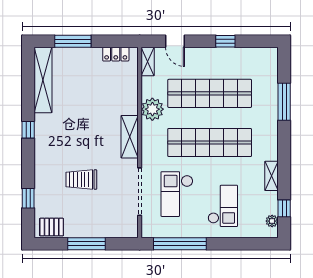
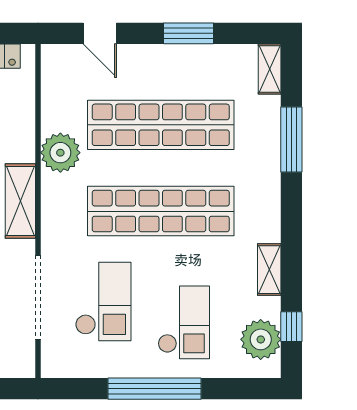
window: (225, 41) -> (188, 33), width x1.50
shelving: (148, 62) -> (270, 69), moved
checkout: (177, 194) -> (103, 302), turned 180
plant: (272, 221) -> (261, 339), width x1.87, depth x1.87
window: (180, 244) -> (155, 389), moved

